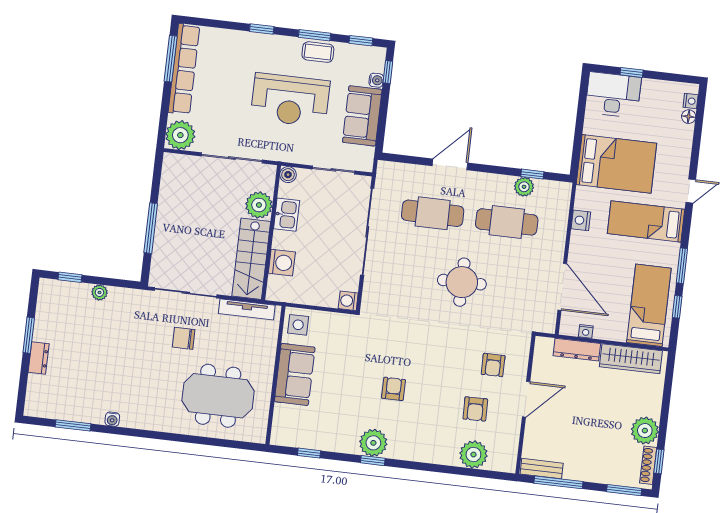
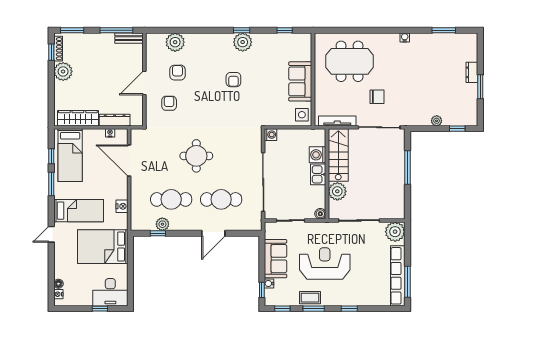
kitchen sink: (287, 215) -> (318, 174), moved
water cooler: (112, 419) -> (405, 37), moved

